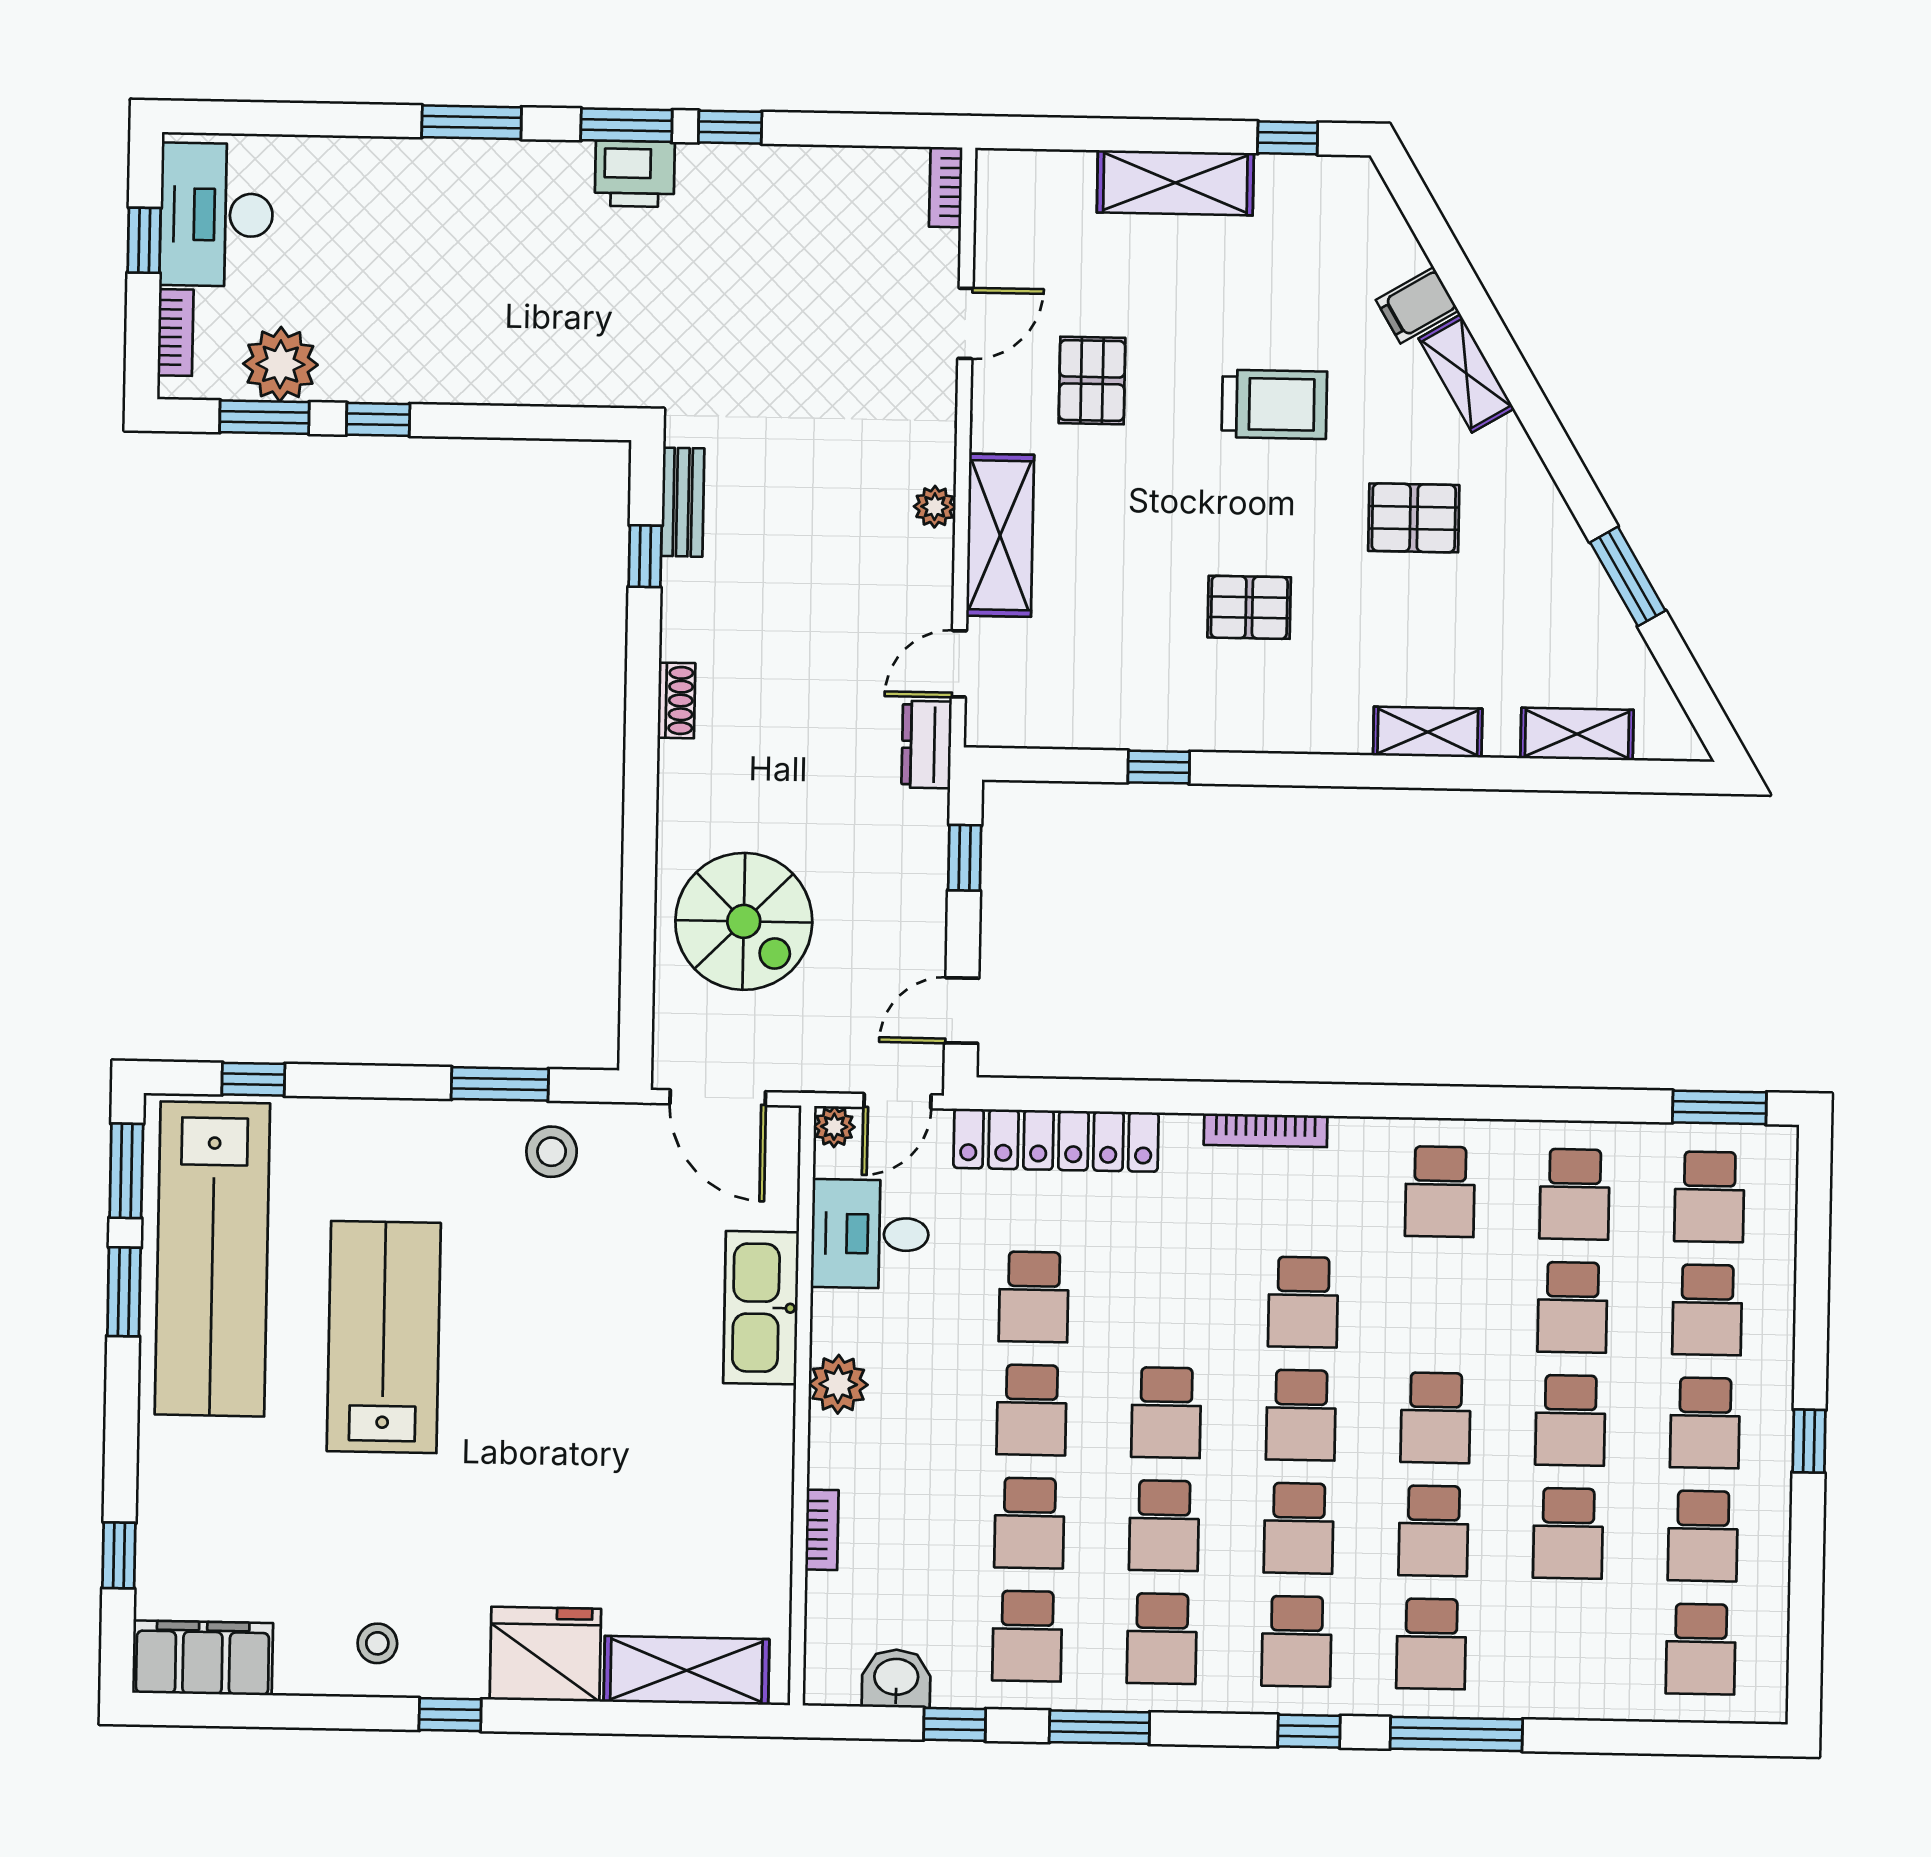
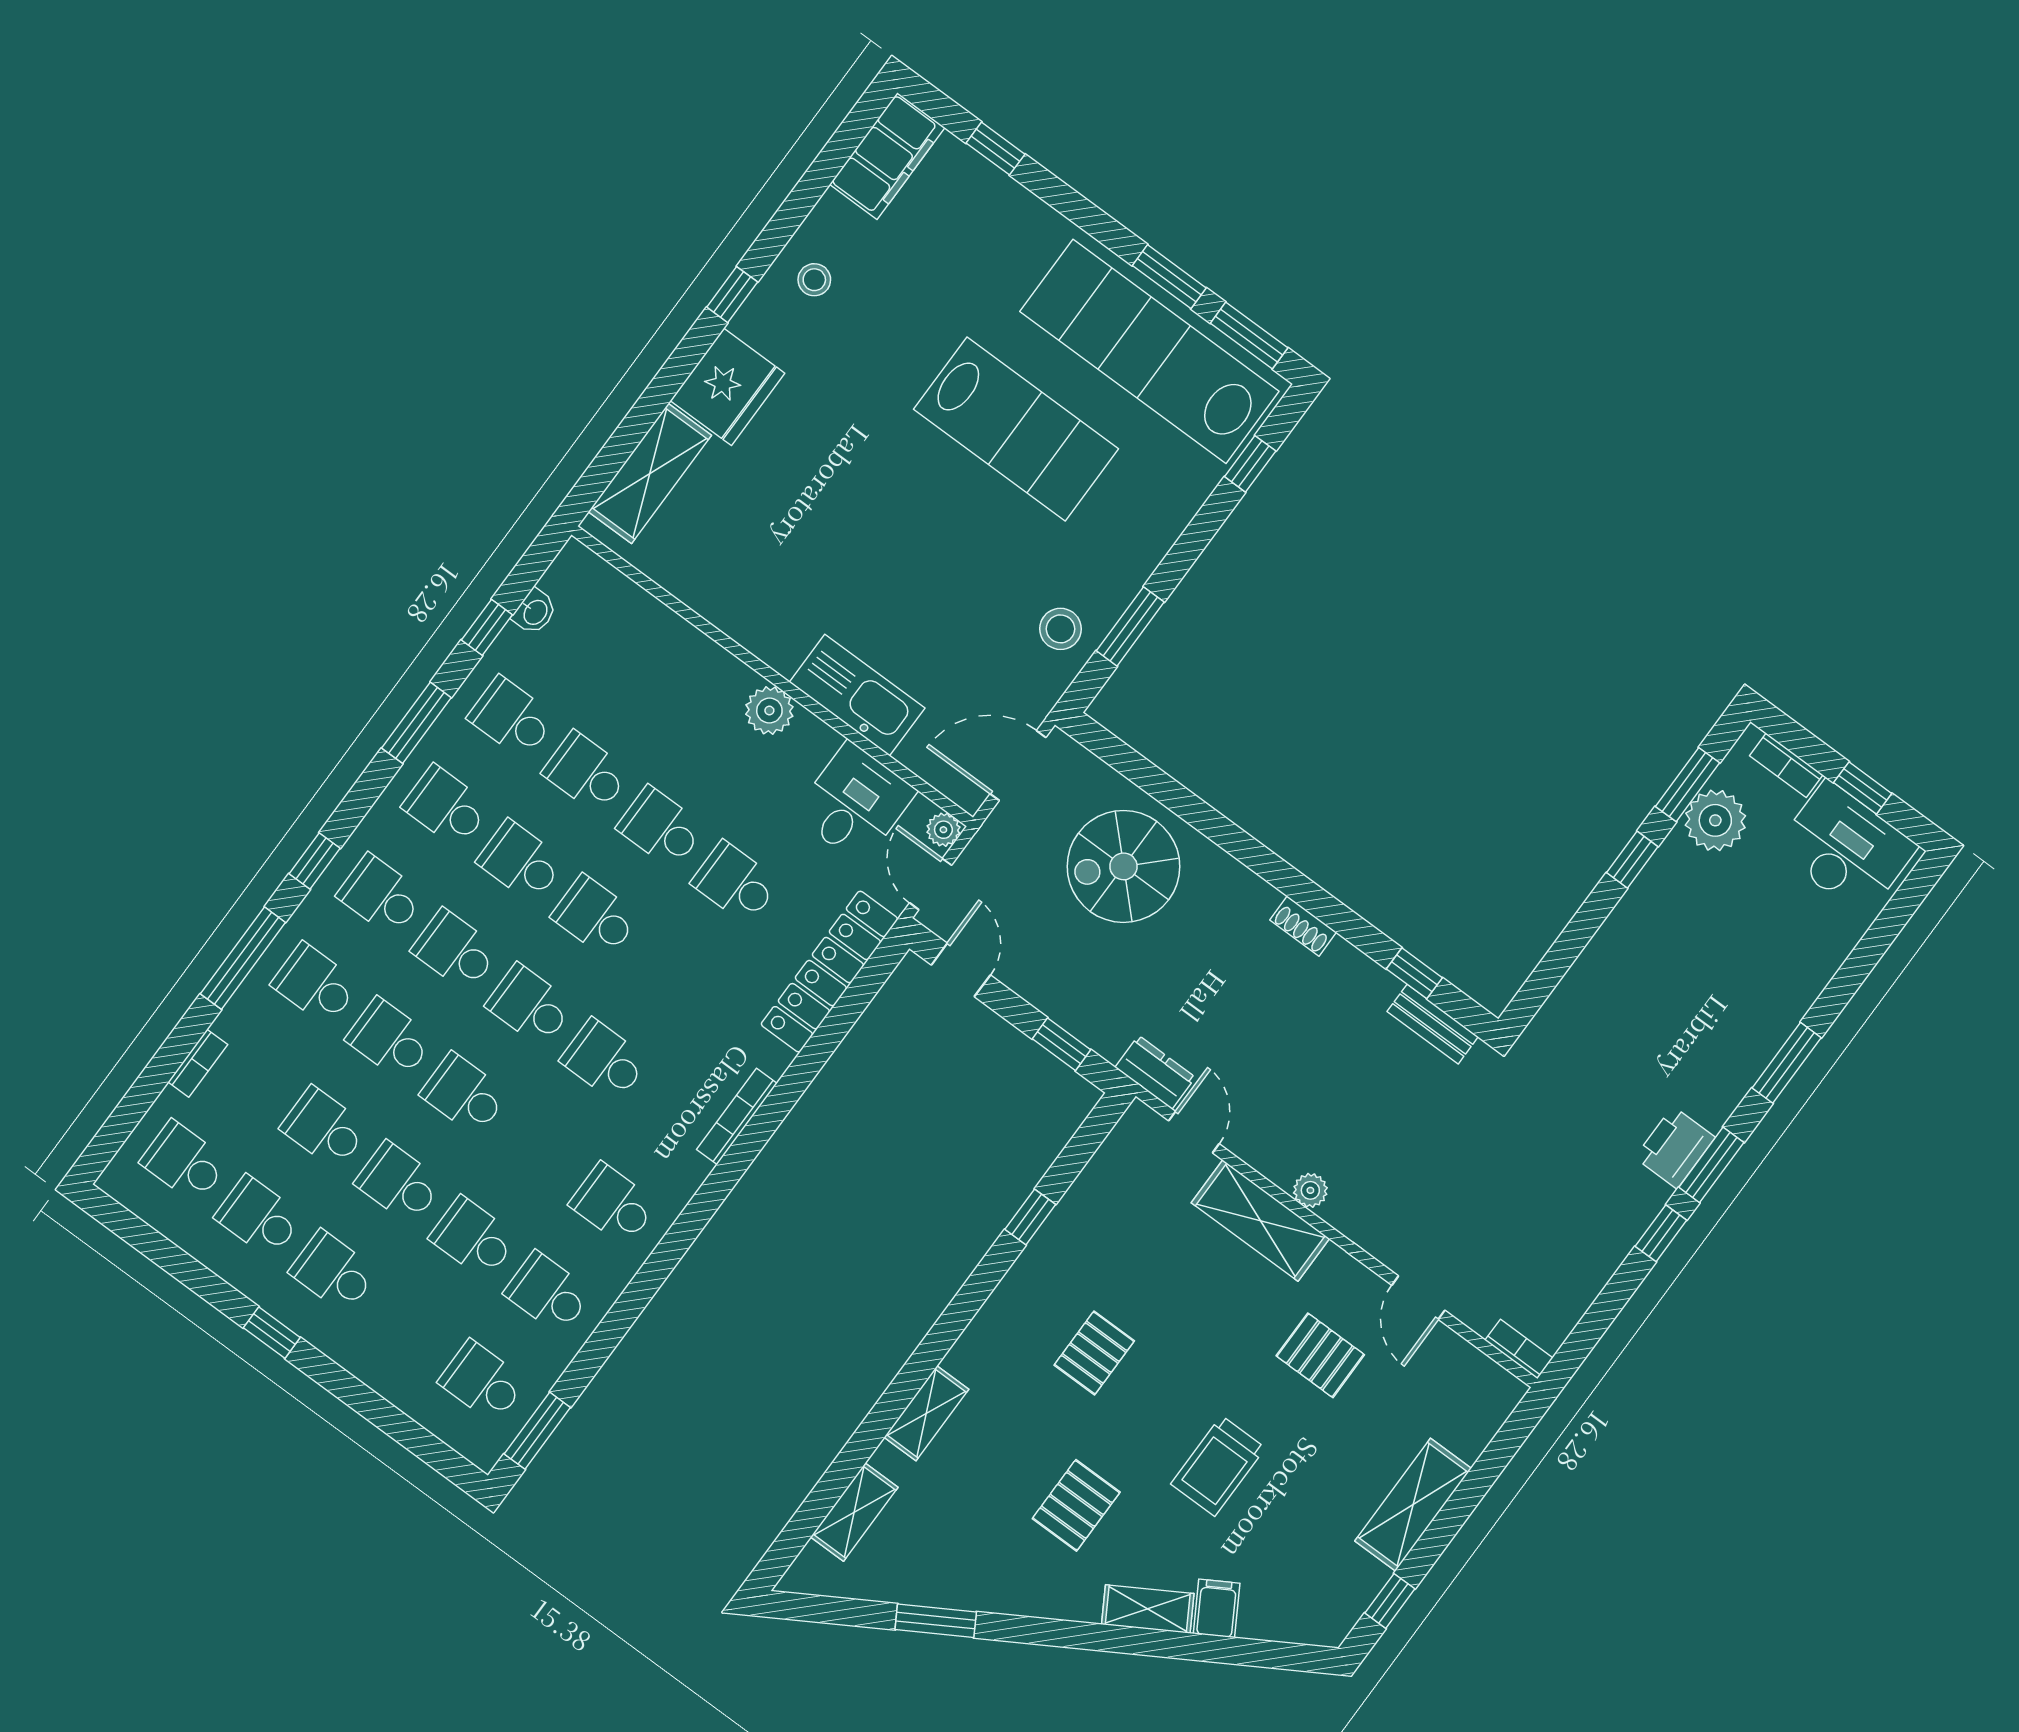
school desk: (1707, 1310) -> (408, 1327), removed
bookcase: (822, 1530) -> (198, 1063), moved, turned -90
washbasin: (896, 1679) -> (535, 612), width x0.72, depth x0.69

